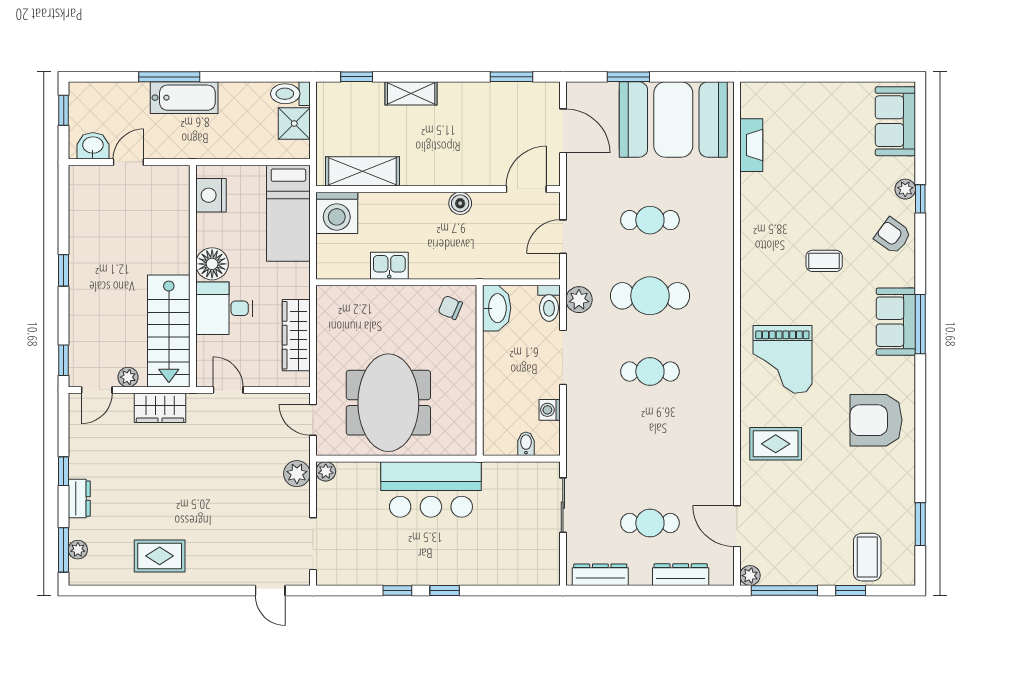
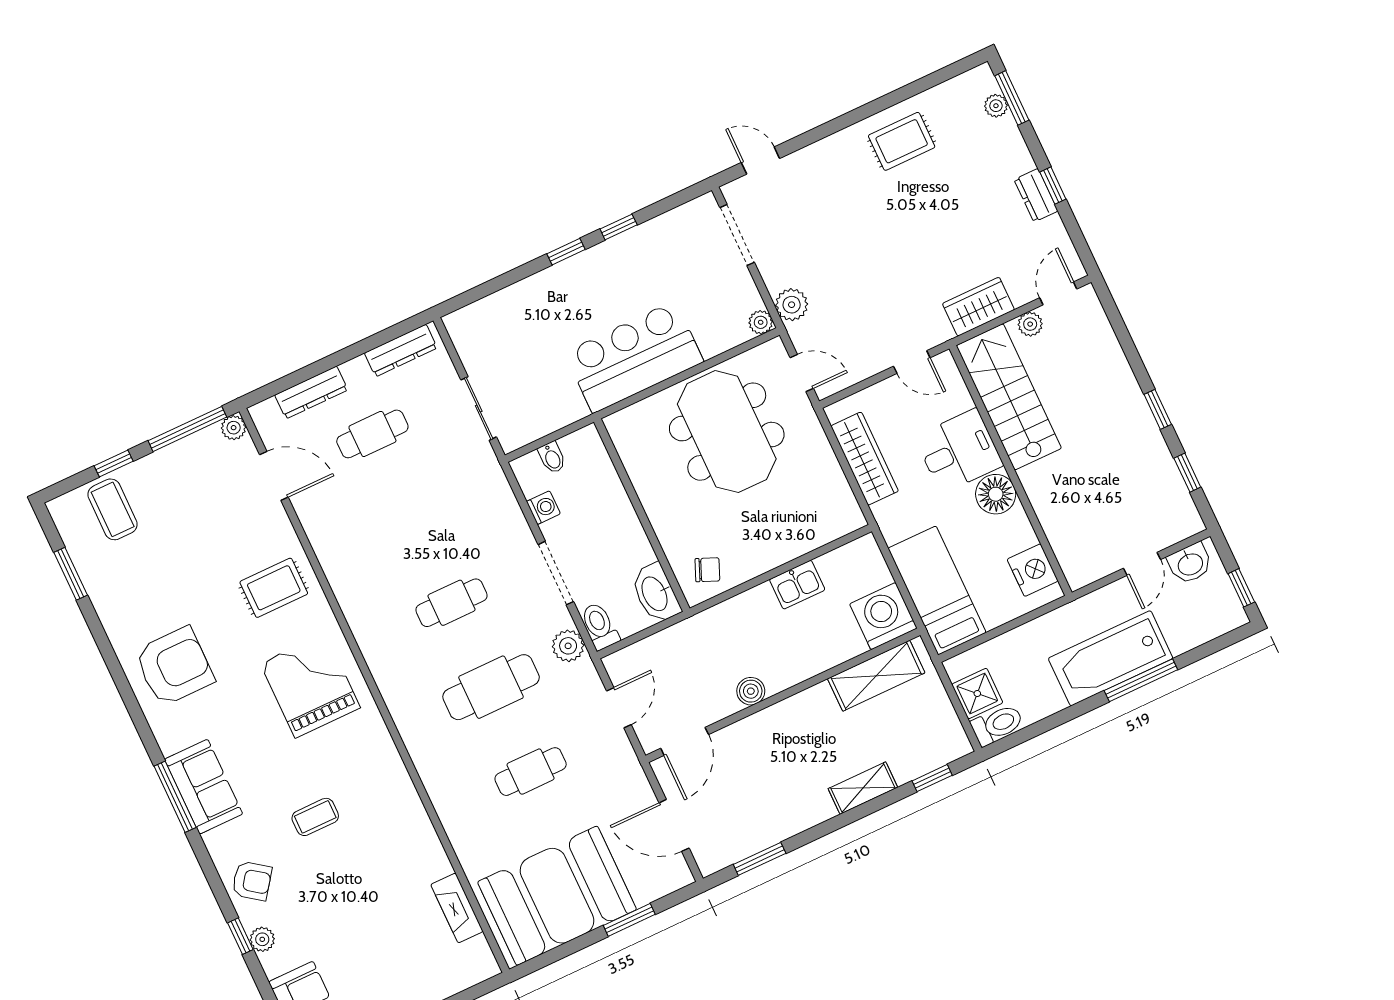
bathtub: (184, 98) -> (1111, 658), width x1.36, depth x1.36
window: (64, 360) -> (1187, 473), moved
dresser: (79, 499) -> (1036, 195), moved

